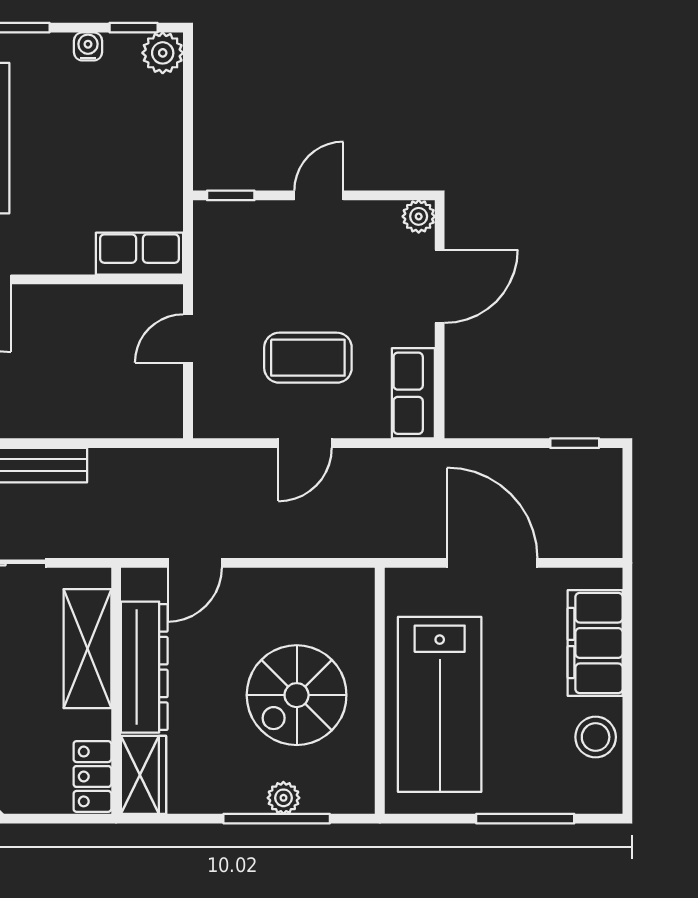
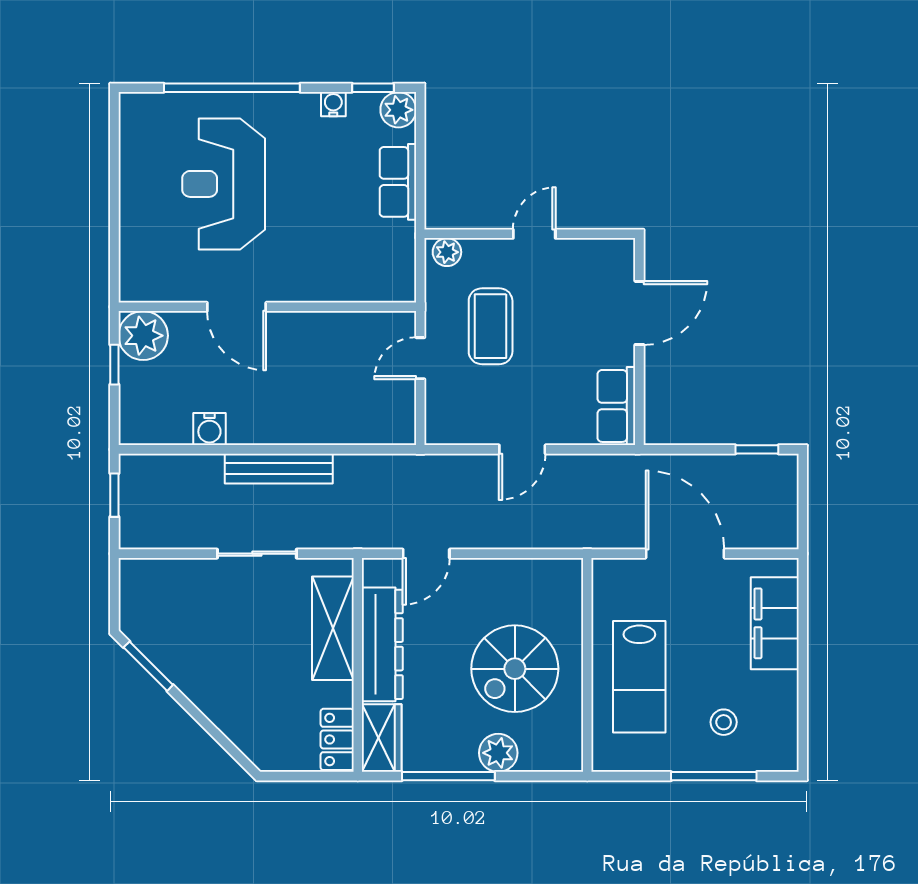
window: (231, 195) -> (458, 234), removed
plant: (419, 216) -> (447, 252), moved
row of seats: (139, 254) -> (398, 182), moved, turned -90
coffee table: (308, 358) -> (491, 326), moved, turned 90
lab bench: (440, 704) -> (639, 677), width x0.73, depth x0.72
stool: (596, 737) -> (724, 722), moved, width x0.73, depth x0.73
plant: (283, 798) -> (498, 753), width x1.38, depth x1.38
window: (277, 819) -> (448, 776), moved

